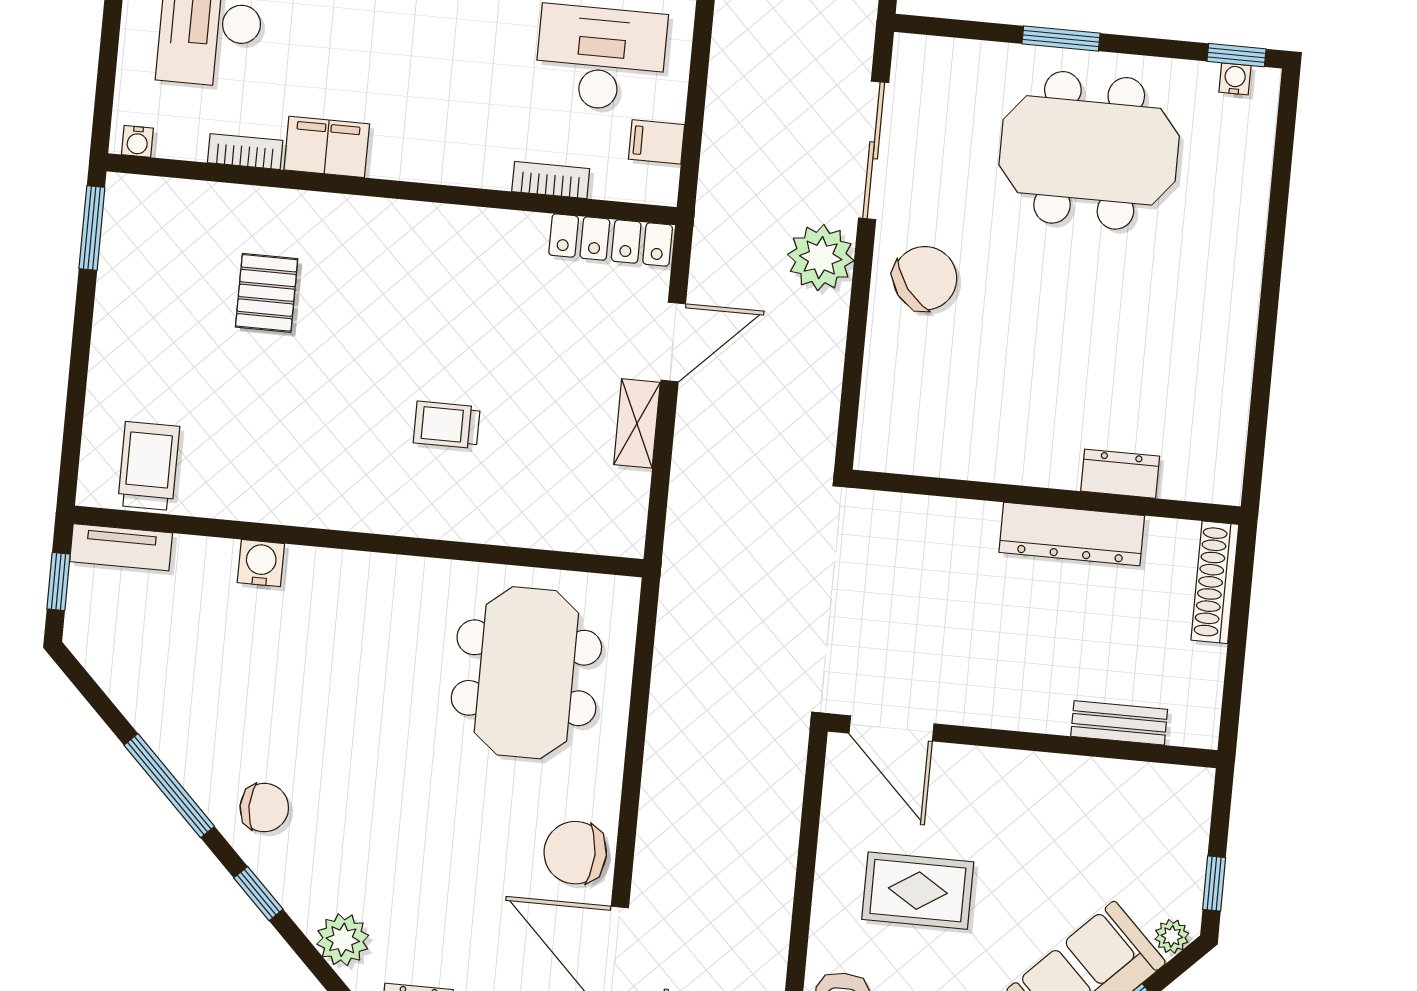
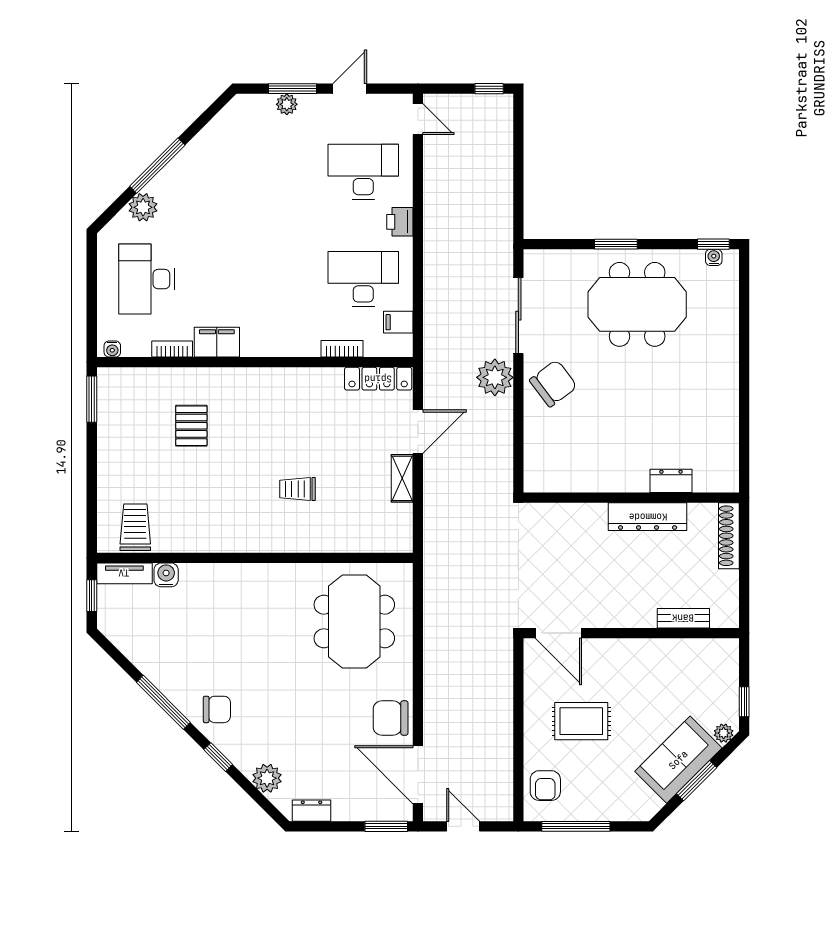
water cooler: (261, 563) -> (166, 575), moved

